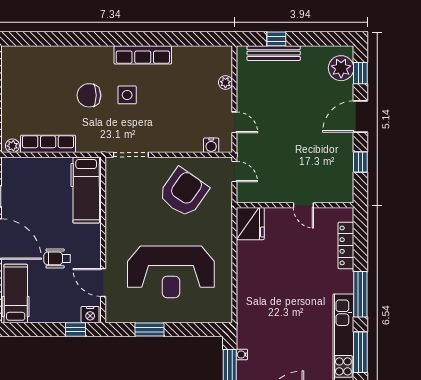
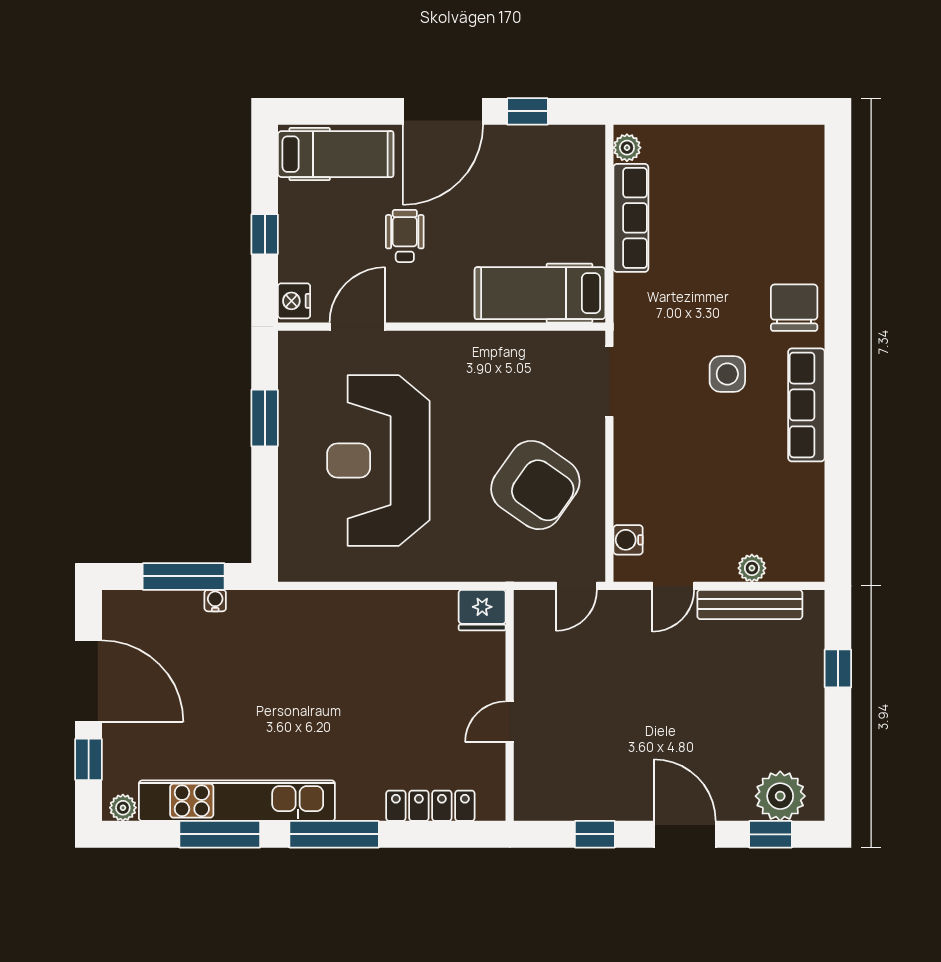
bench: (274, 53) -> (750, 604), moved, turned 90
chair: (89, 95) -> (794, 308), moved
fridge: (250, 224) -> (482, 610), width x0.73, depth x0.75
window: (75, 330) -> (265, 234), moved

